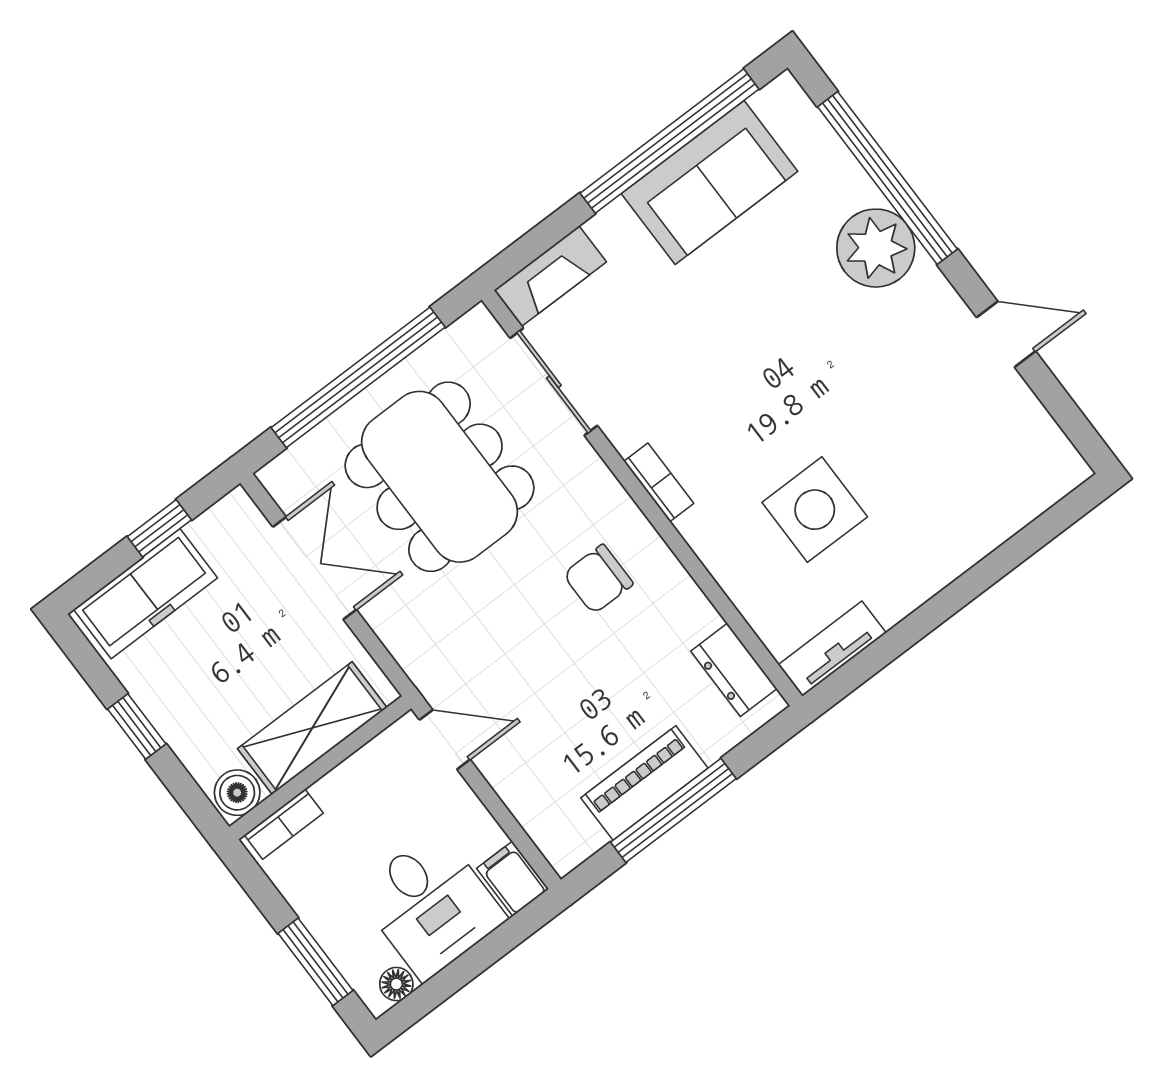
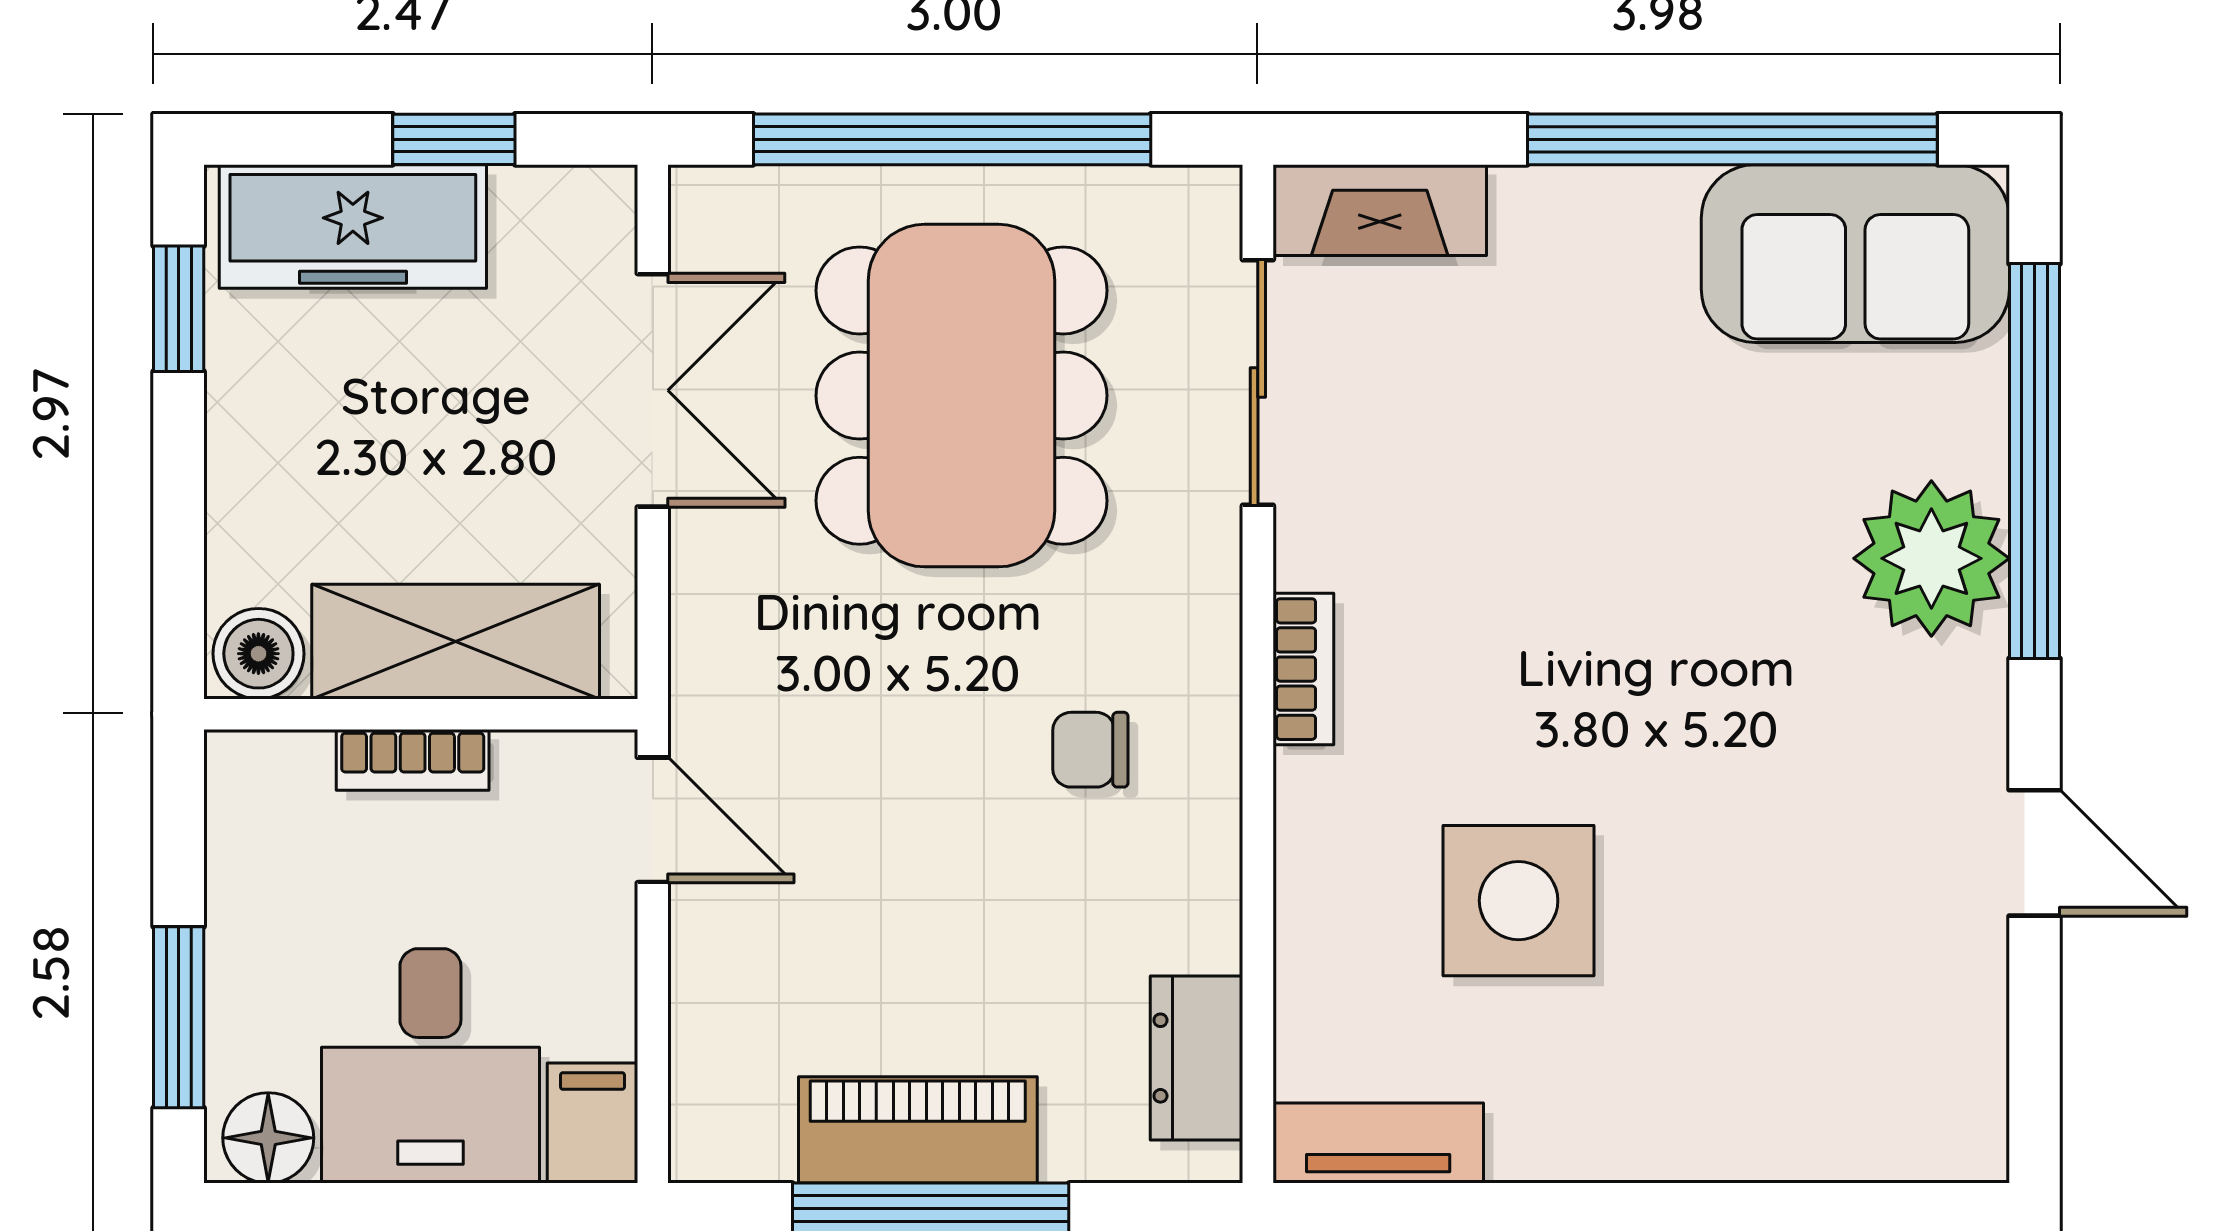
sofa: (710, 182) -> (1855, 254), moved
chair: (598, 579) -> (1090, 750), width x0.73, depth x0.73
window: (137, 726) -> (179, 309), moved
bookcase: (284, 824) -> (413, 760), moved
floor lamp: (396, 984) -> (268, 1138), width x1.37, depth x1.37

